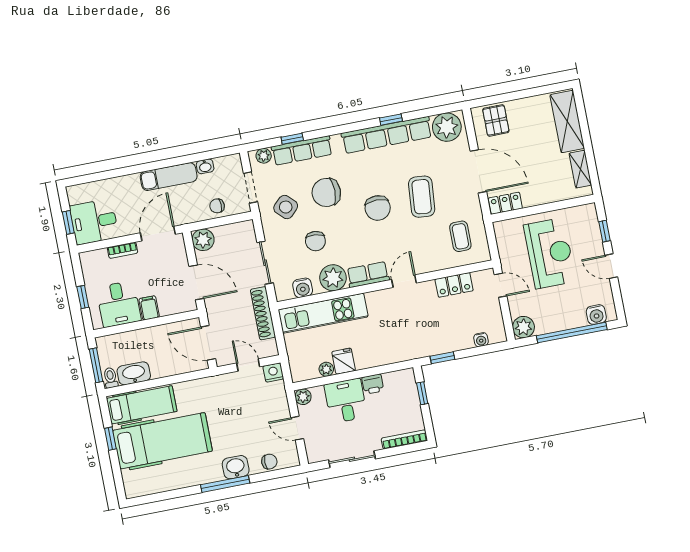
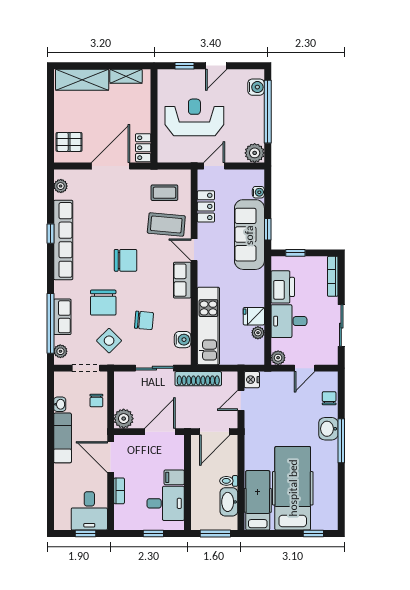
plant: (447, 127) -> (61, 186), width x0.53, depth x0.53
window: (292, 139) -> (50, 323), width x3.17
row of seats: (302, 150) -> (62, 317), width x0.68
coffee table: (422, 197) -> (166, 224), moved
plant: (333, 278) -> (179, 311), removed
sofa: (432, 339) -> (249, 235), added
toilet: (111, 378) -> (229, 481), moved
printer: (373, 384) -> (283, 287), width x1.87, depth x1.48
window: (110, 439) -> (313, 534), moved

